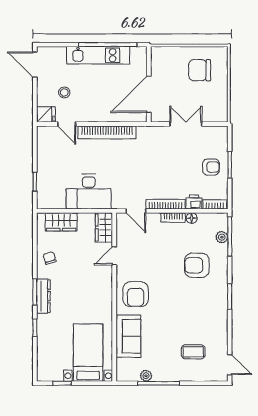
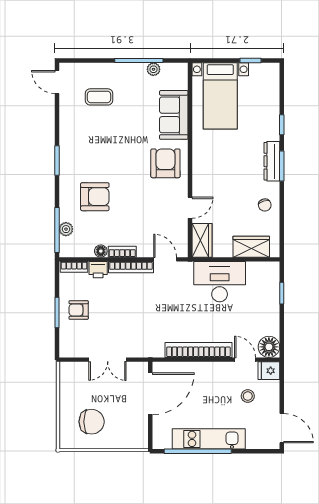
floor lamp: (46, 135) -> (269, 347), added

